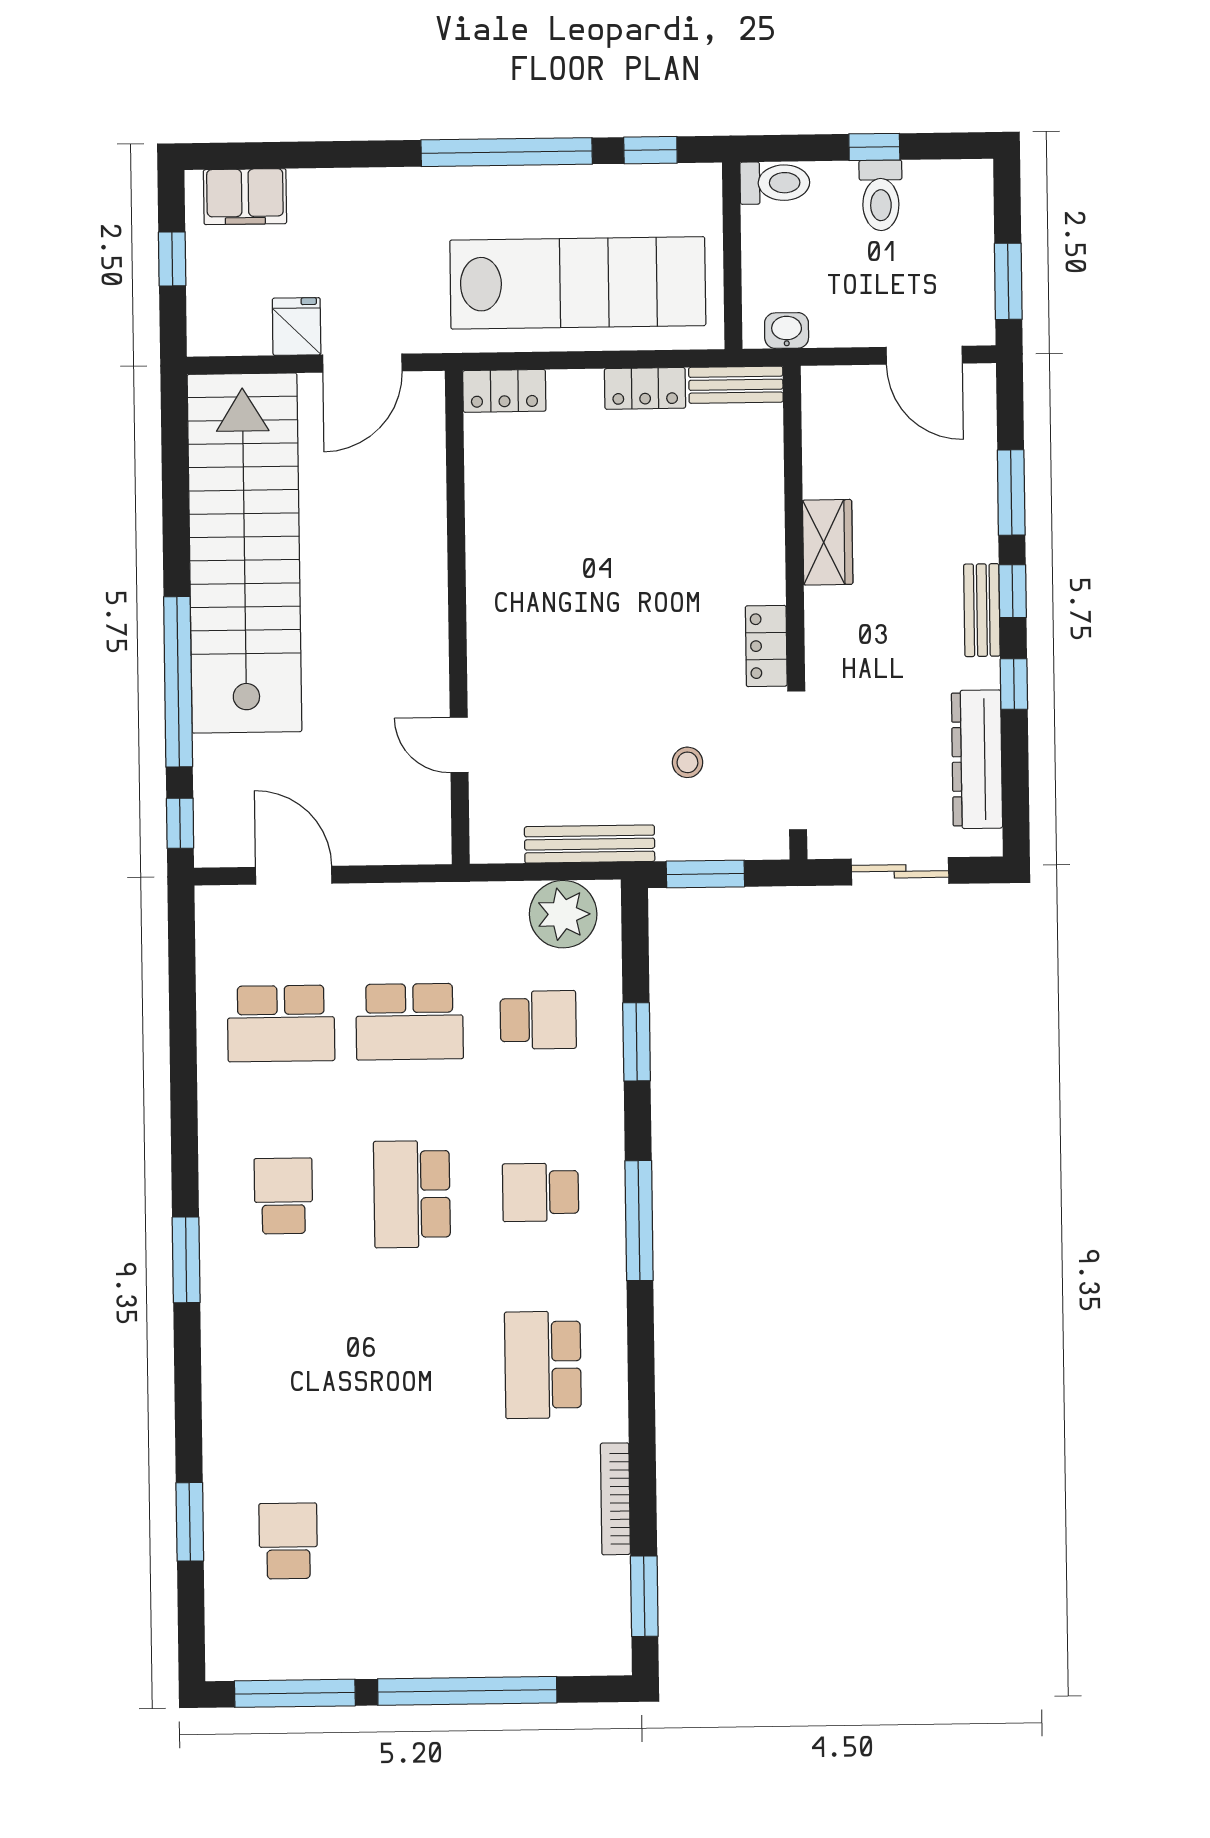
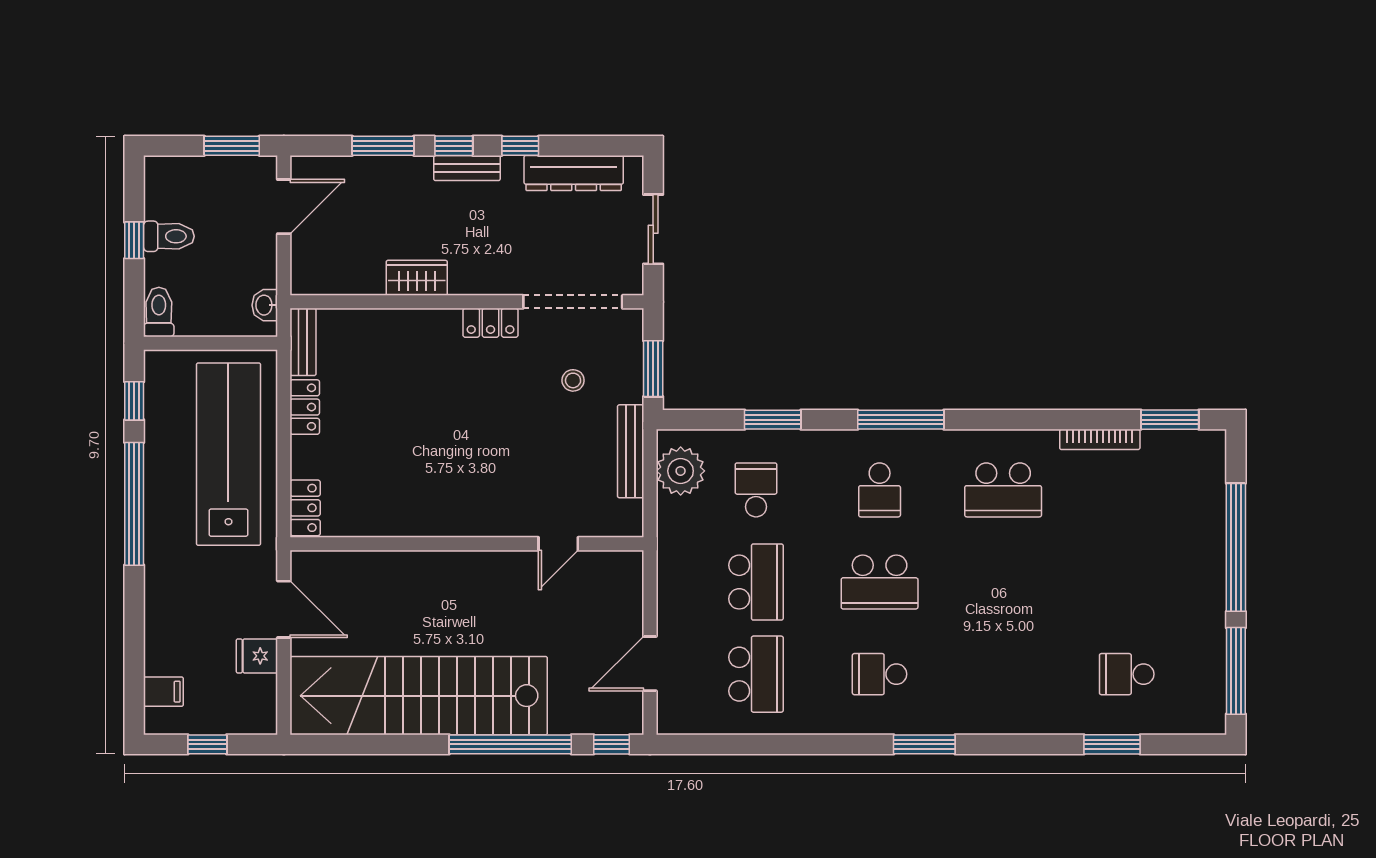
filing cabinet: (245, 197) -> (163, 692), width x0.50

